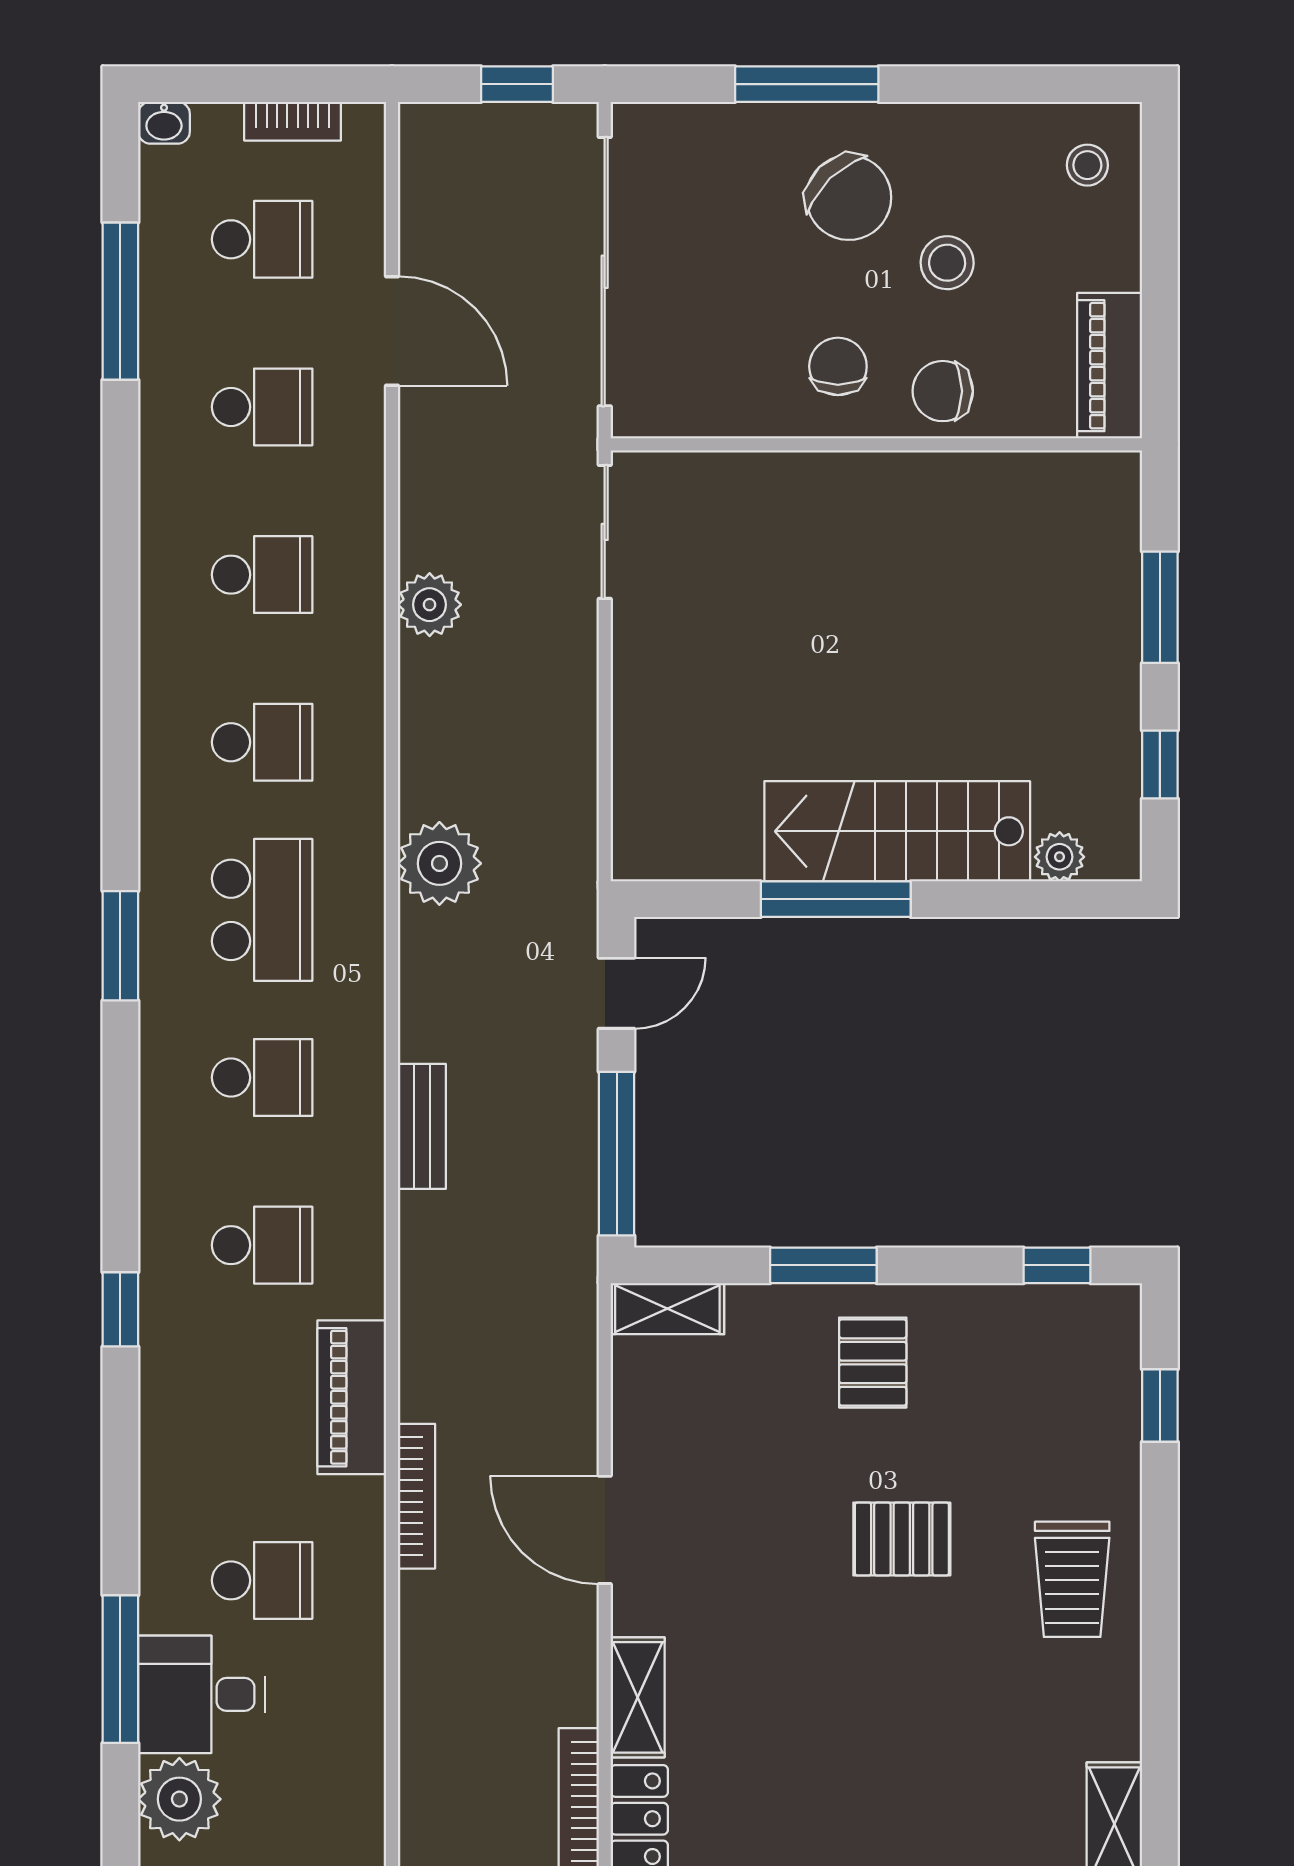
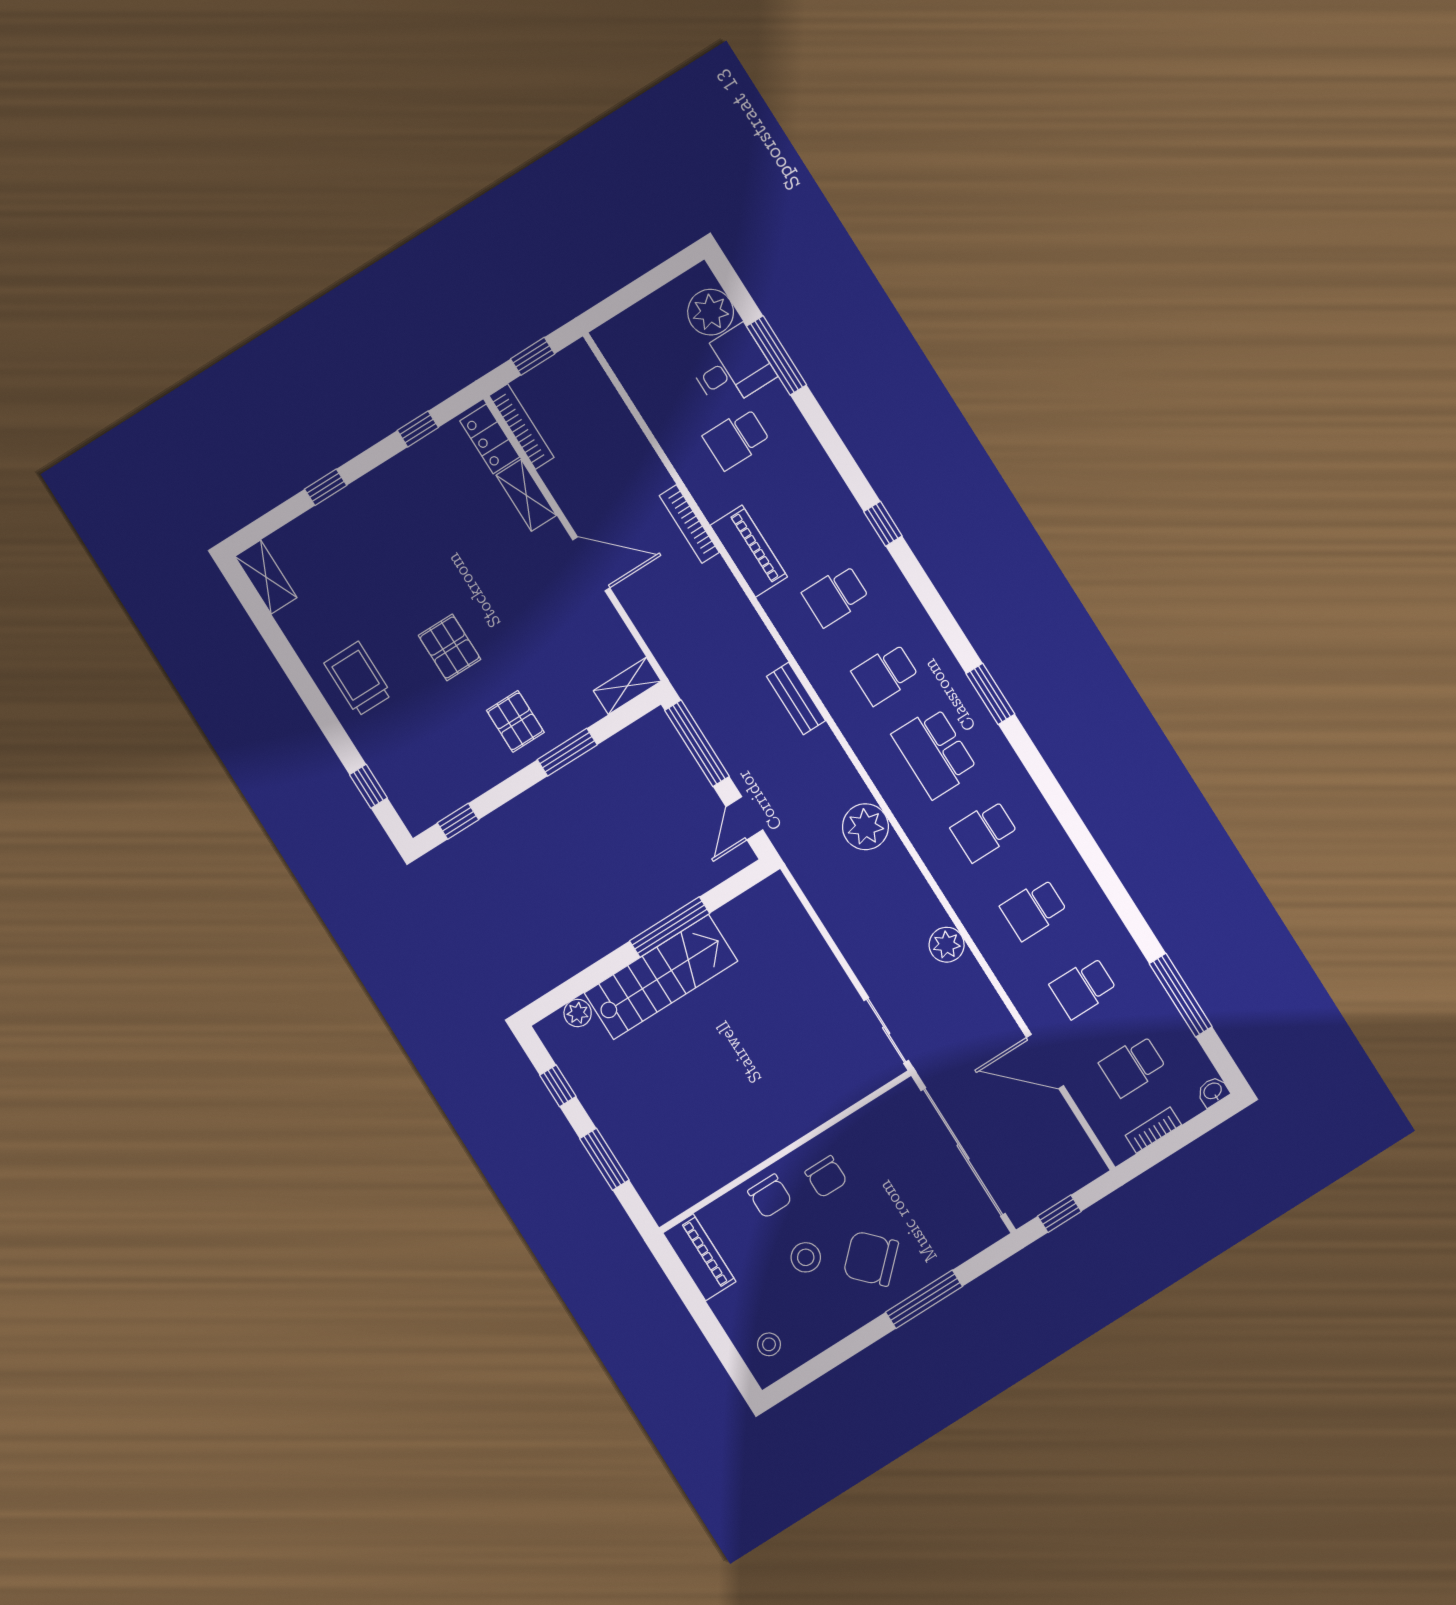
chair: (943, 391) -> (770, 1196), turned 90
pallet: (902, 1539) -> (450, 647), turned 90

